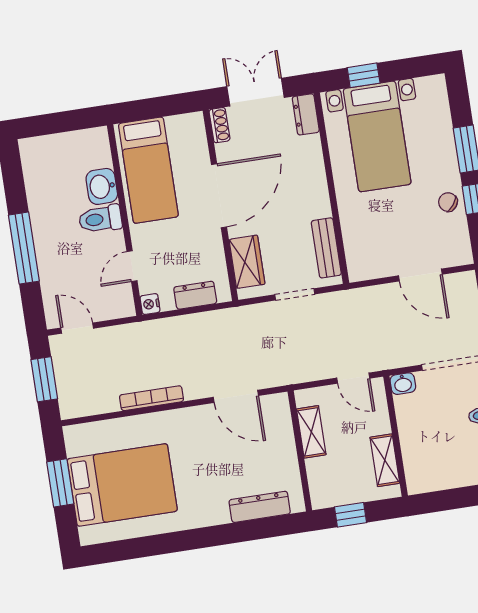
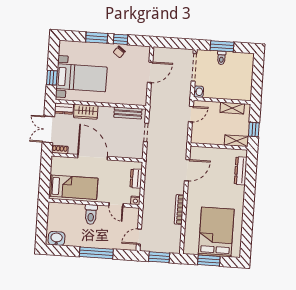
washbasin: (102, 186) -> (57, 238), moved, turned 180
wardrobe: (247, 262) -> (86, 112), moved, turned 180
shelving: (311, 432) -> (236, 141), moved

